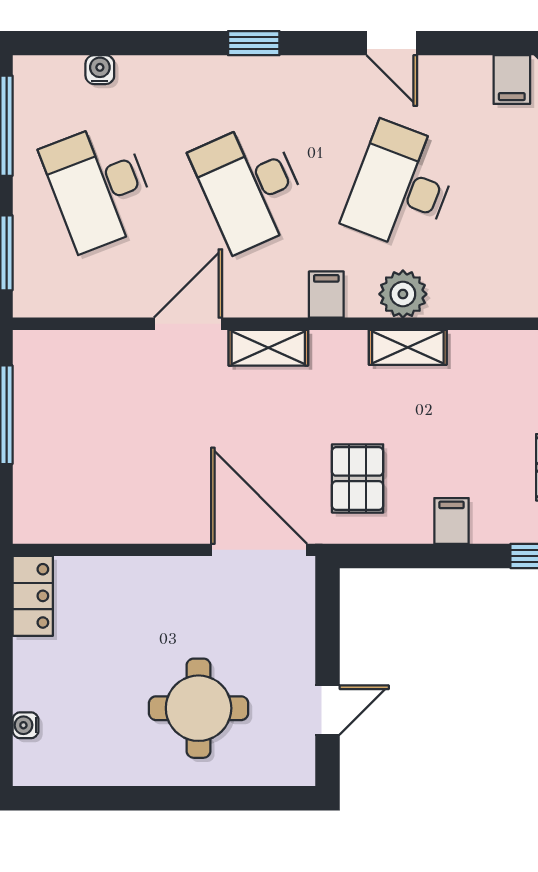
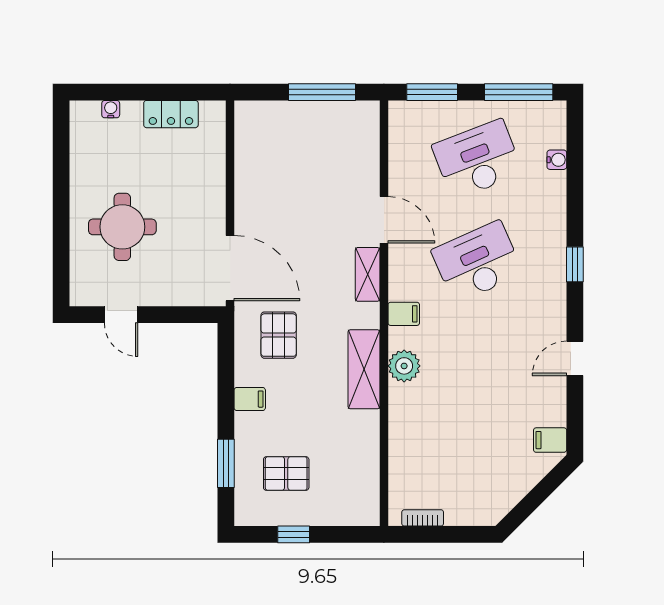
desk: (401, 186) -> (477, 365), removed
shelving: (408, 347) -> (364, 369), width x1.50, depth x1.33
pallet: (358, 478) -> (279, 335), turned 90
door: (259, 550) -> (230, 268), hinge flipped
locker: (33, 596) -> (171, 114), moved

